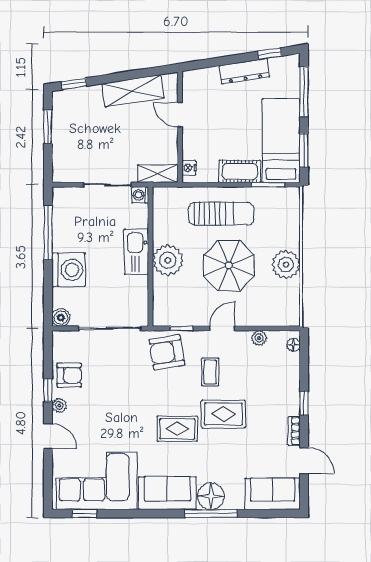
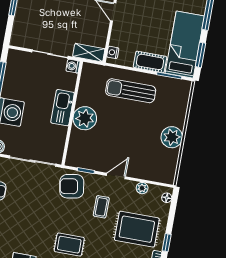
sun lounger: (221, 214) -> (131, 91), turned 180
parasol: (229, 265) -> (129, 130), removed
rug: (223, 414) -> (137, 229), moved, width x1.36, depth x1.43

